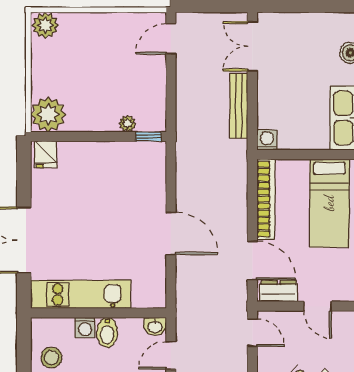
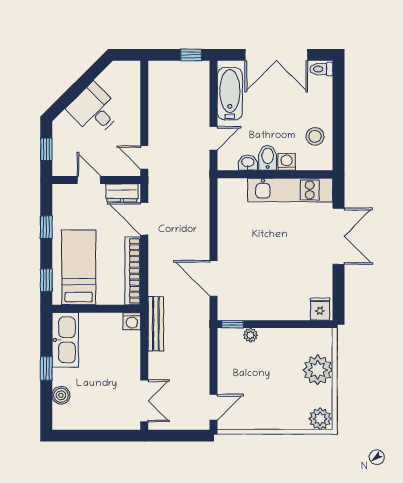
bench: (239, 106) -> (156, 324), moved
plant: (48, 114) -> (318, 370), moved
door: (171, 233) -> (214, 278), moved
washbasin: (155, 327) -> (248, 163), moved

